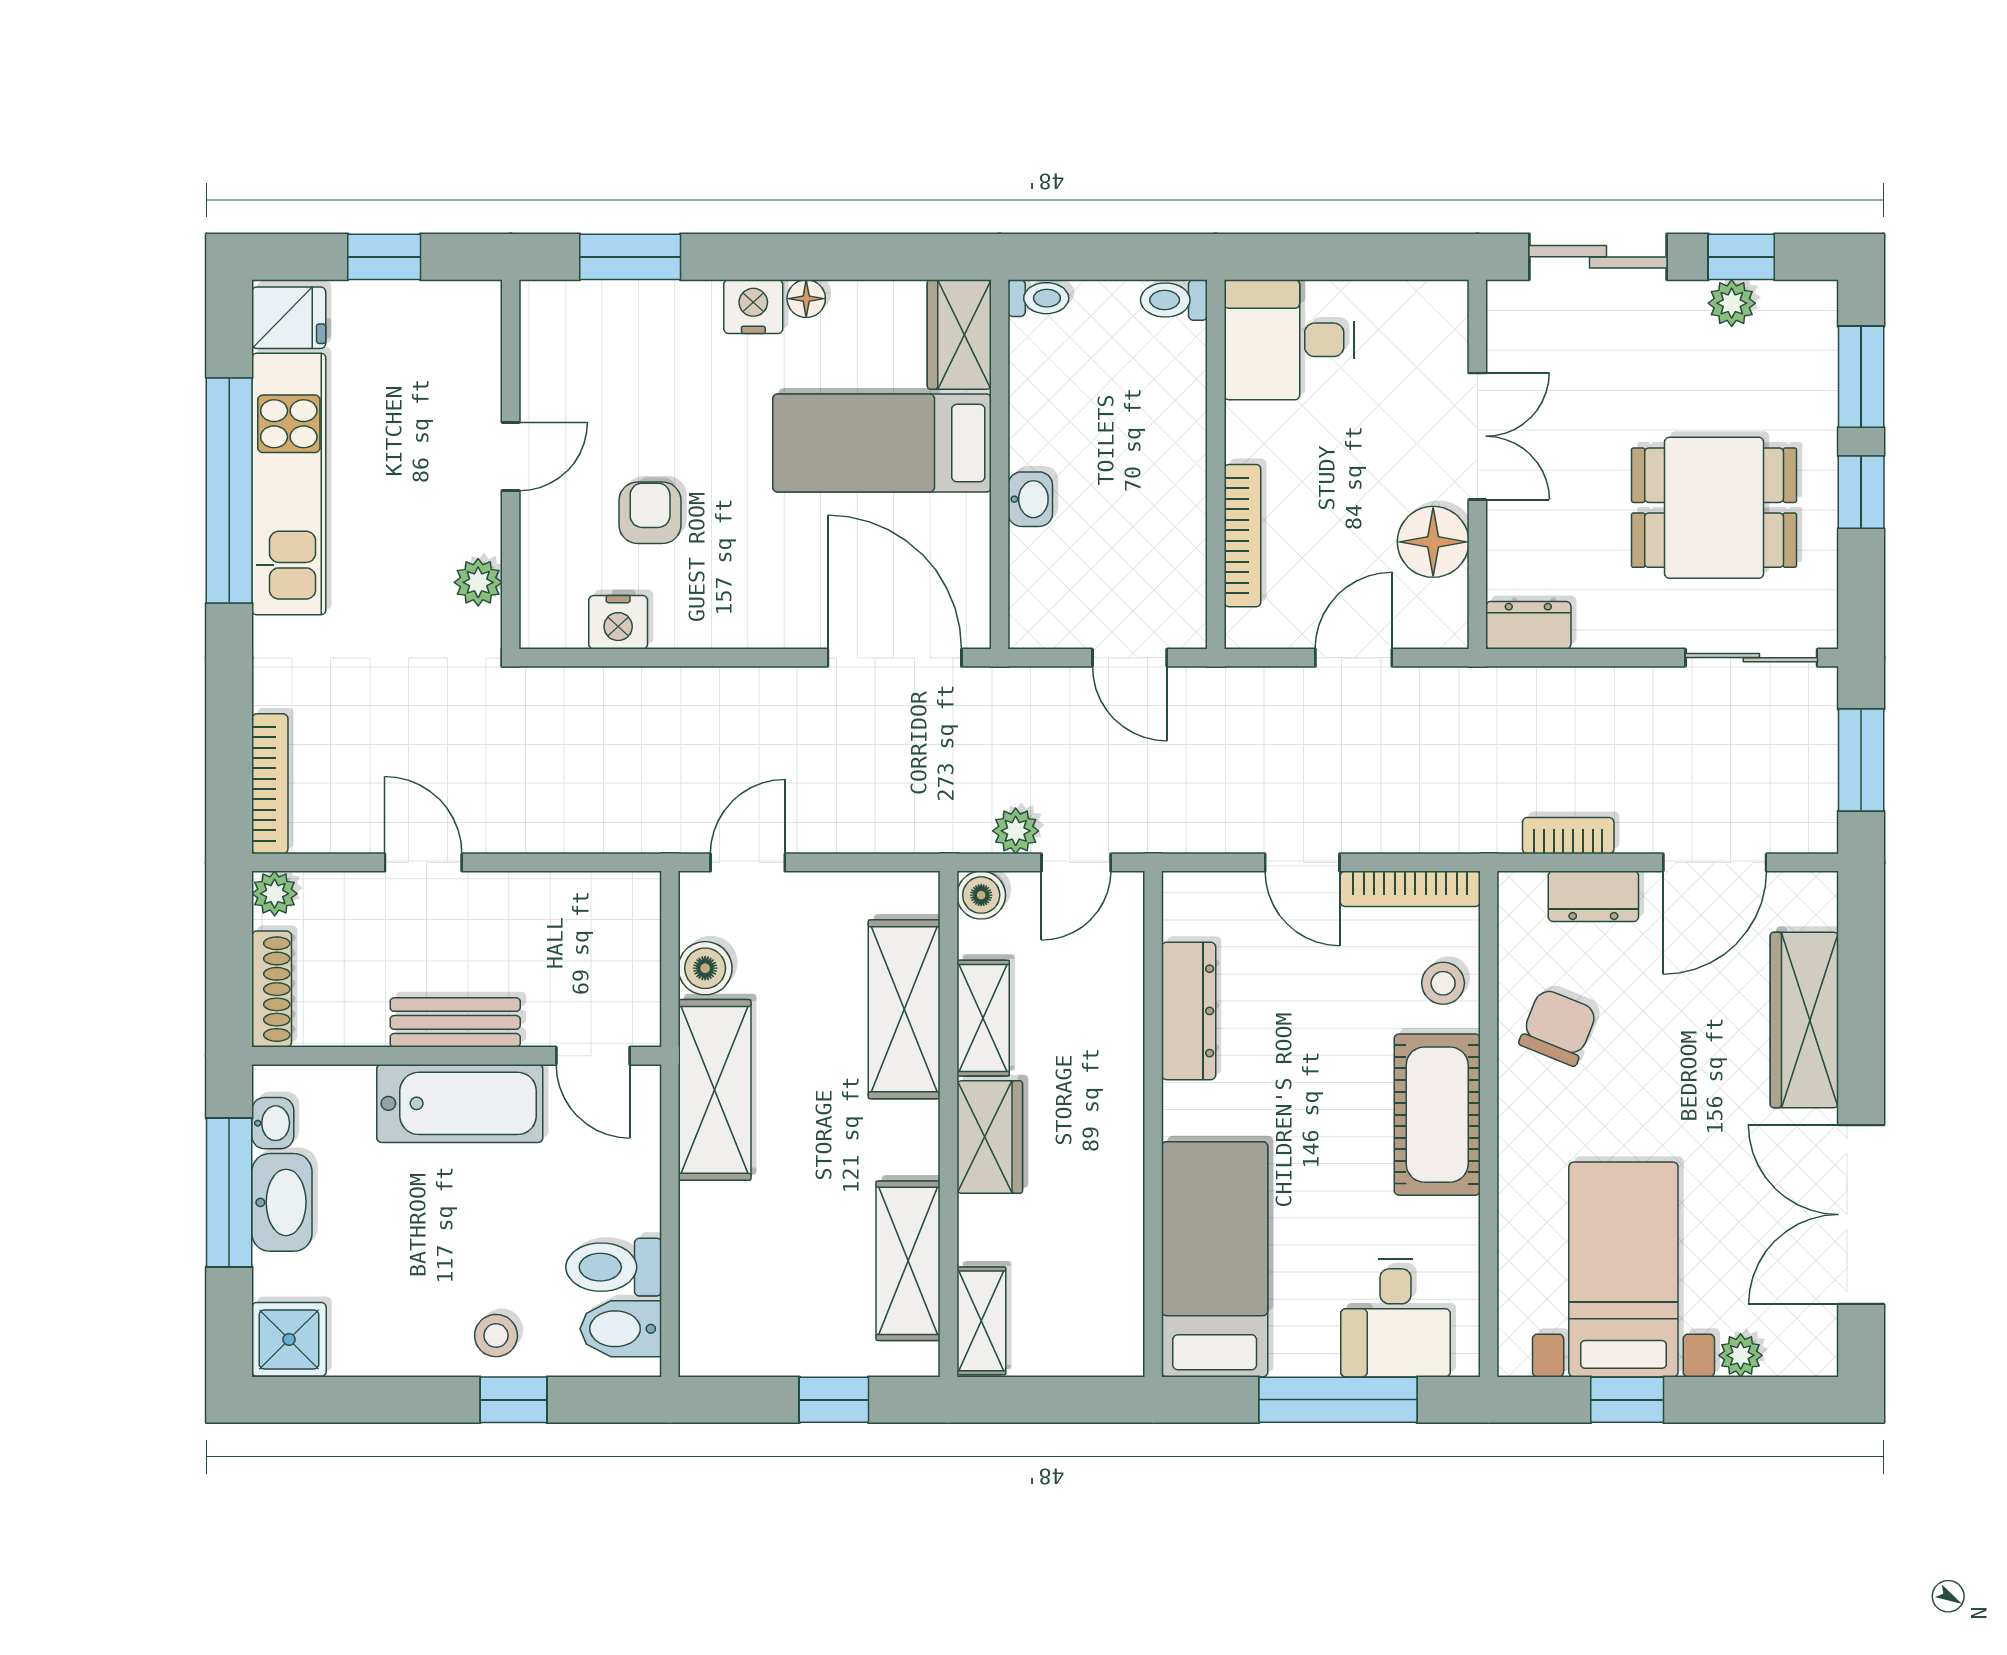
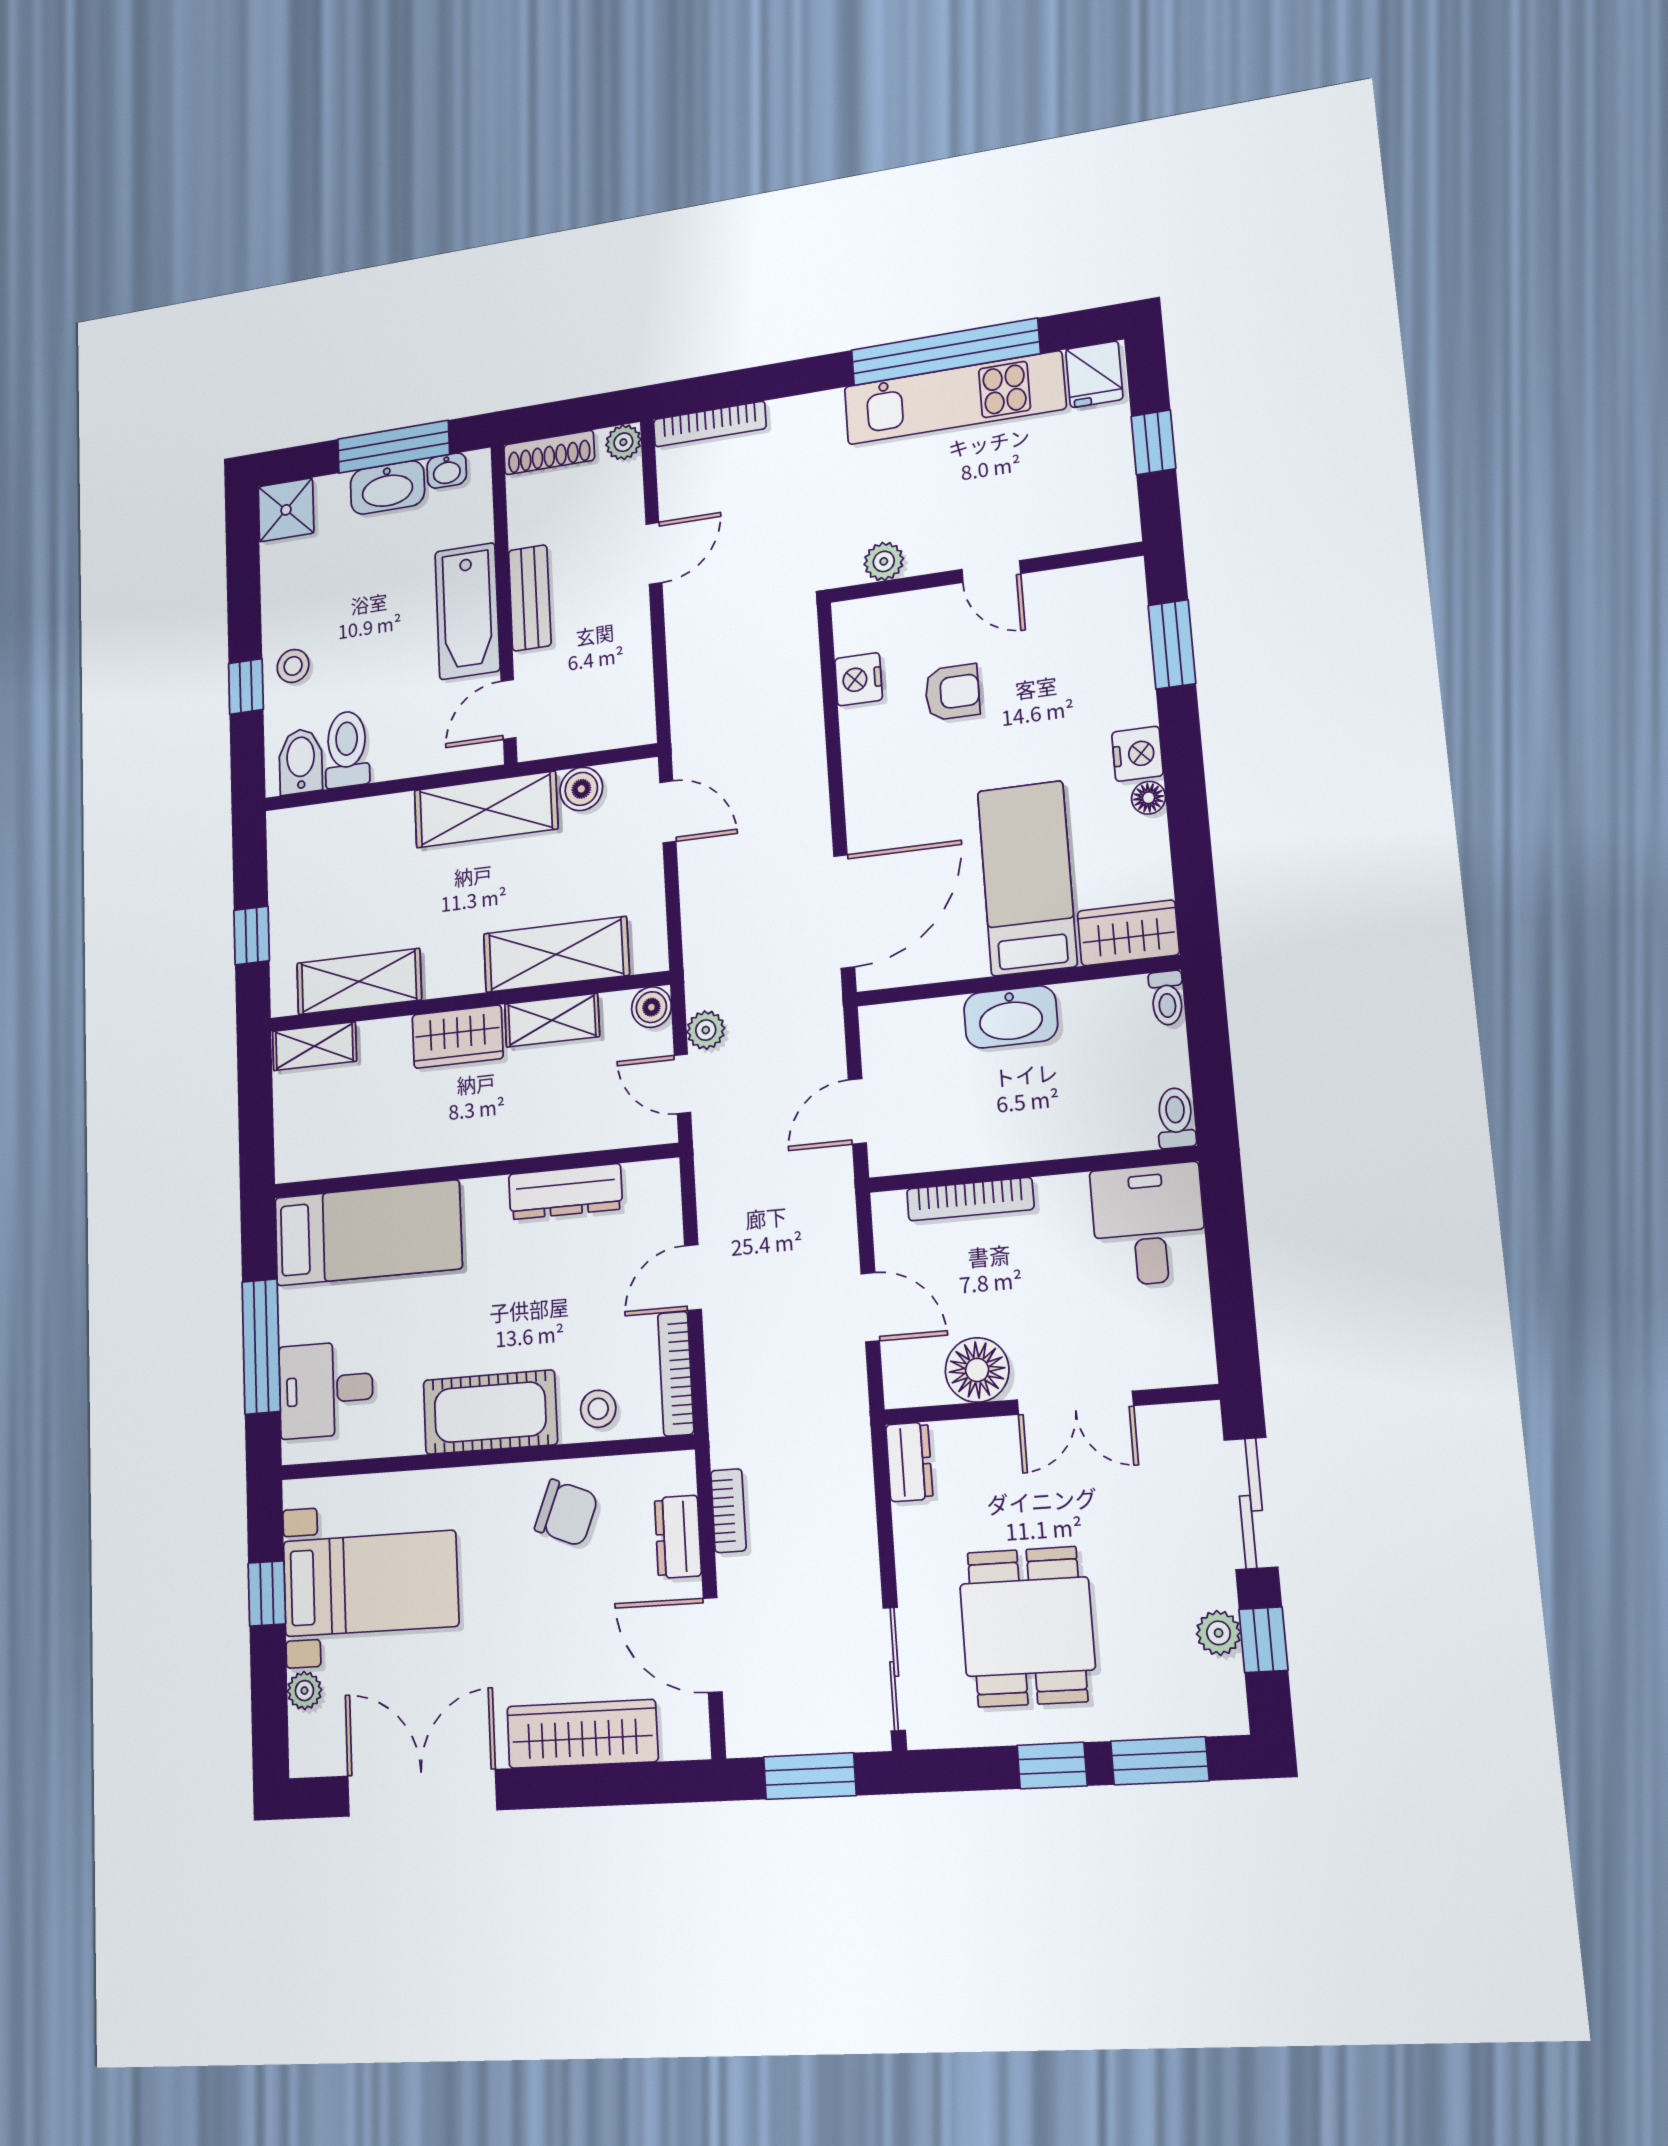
washbasin: (1030, 499) -> (1011, 1017), width x1.91, depth x1.45

